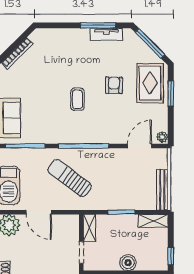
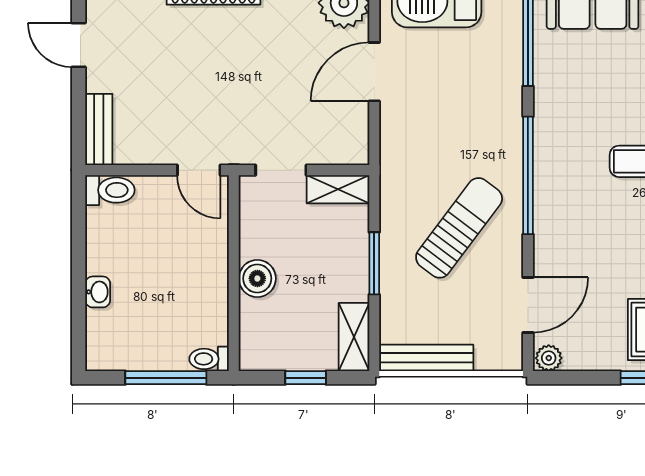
door: (139, 146) -> (528, 305), hinge flipped
sun lounger: (70, 178) -> (459, 228), moved
window: (171, 256) -> (306, 378), moved

